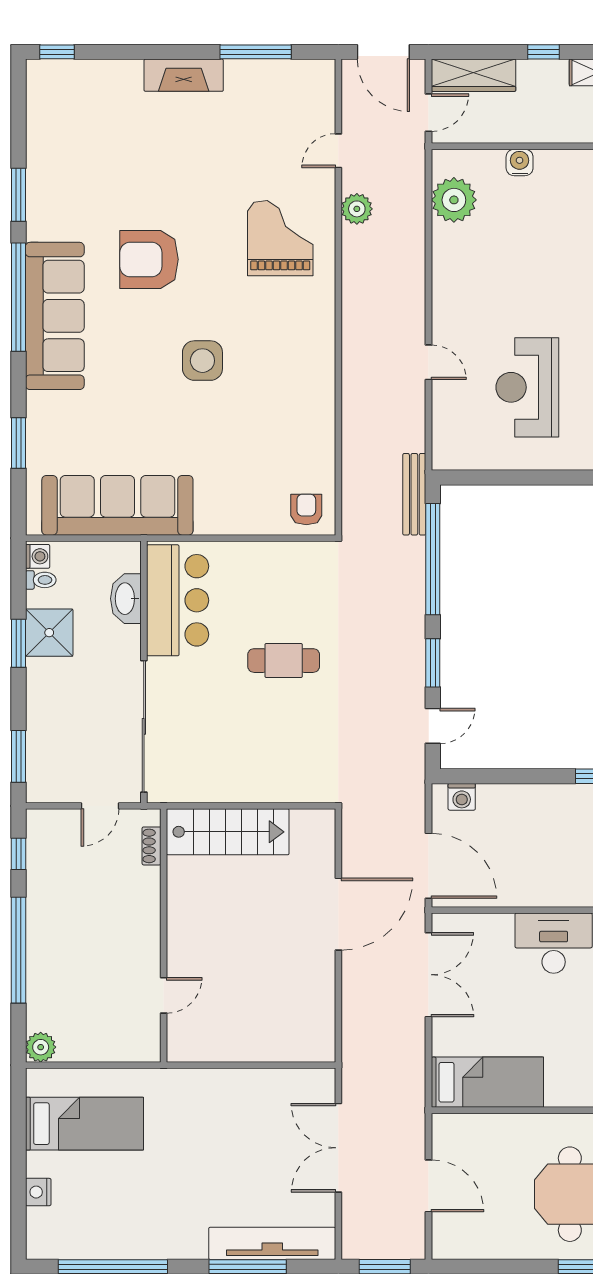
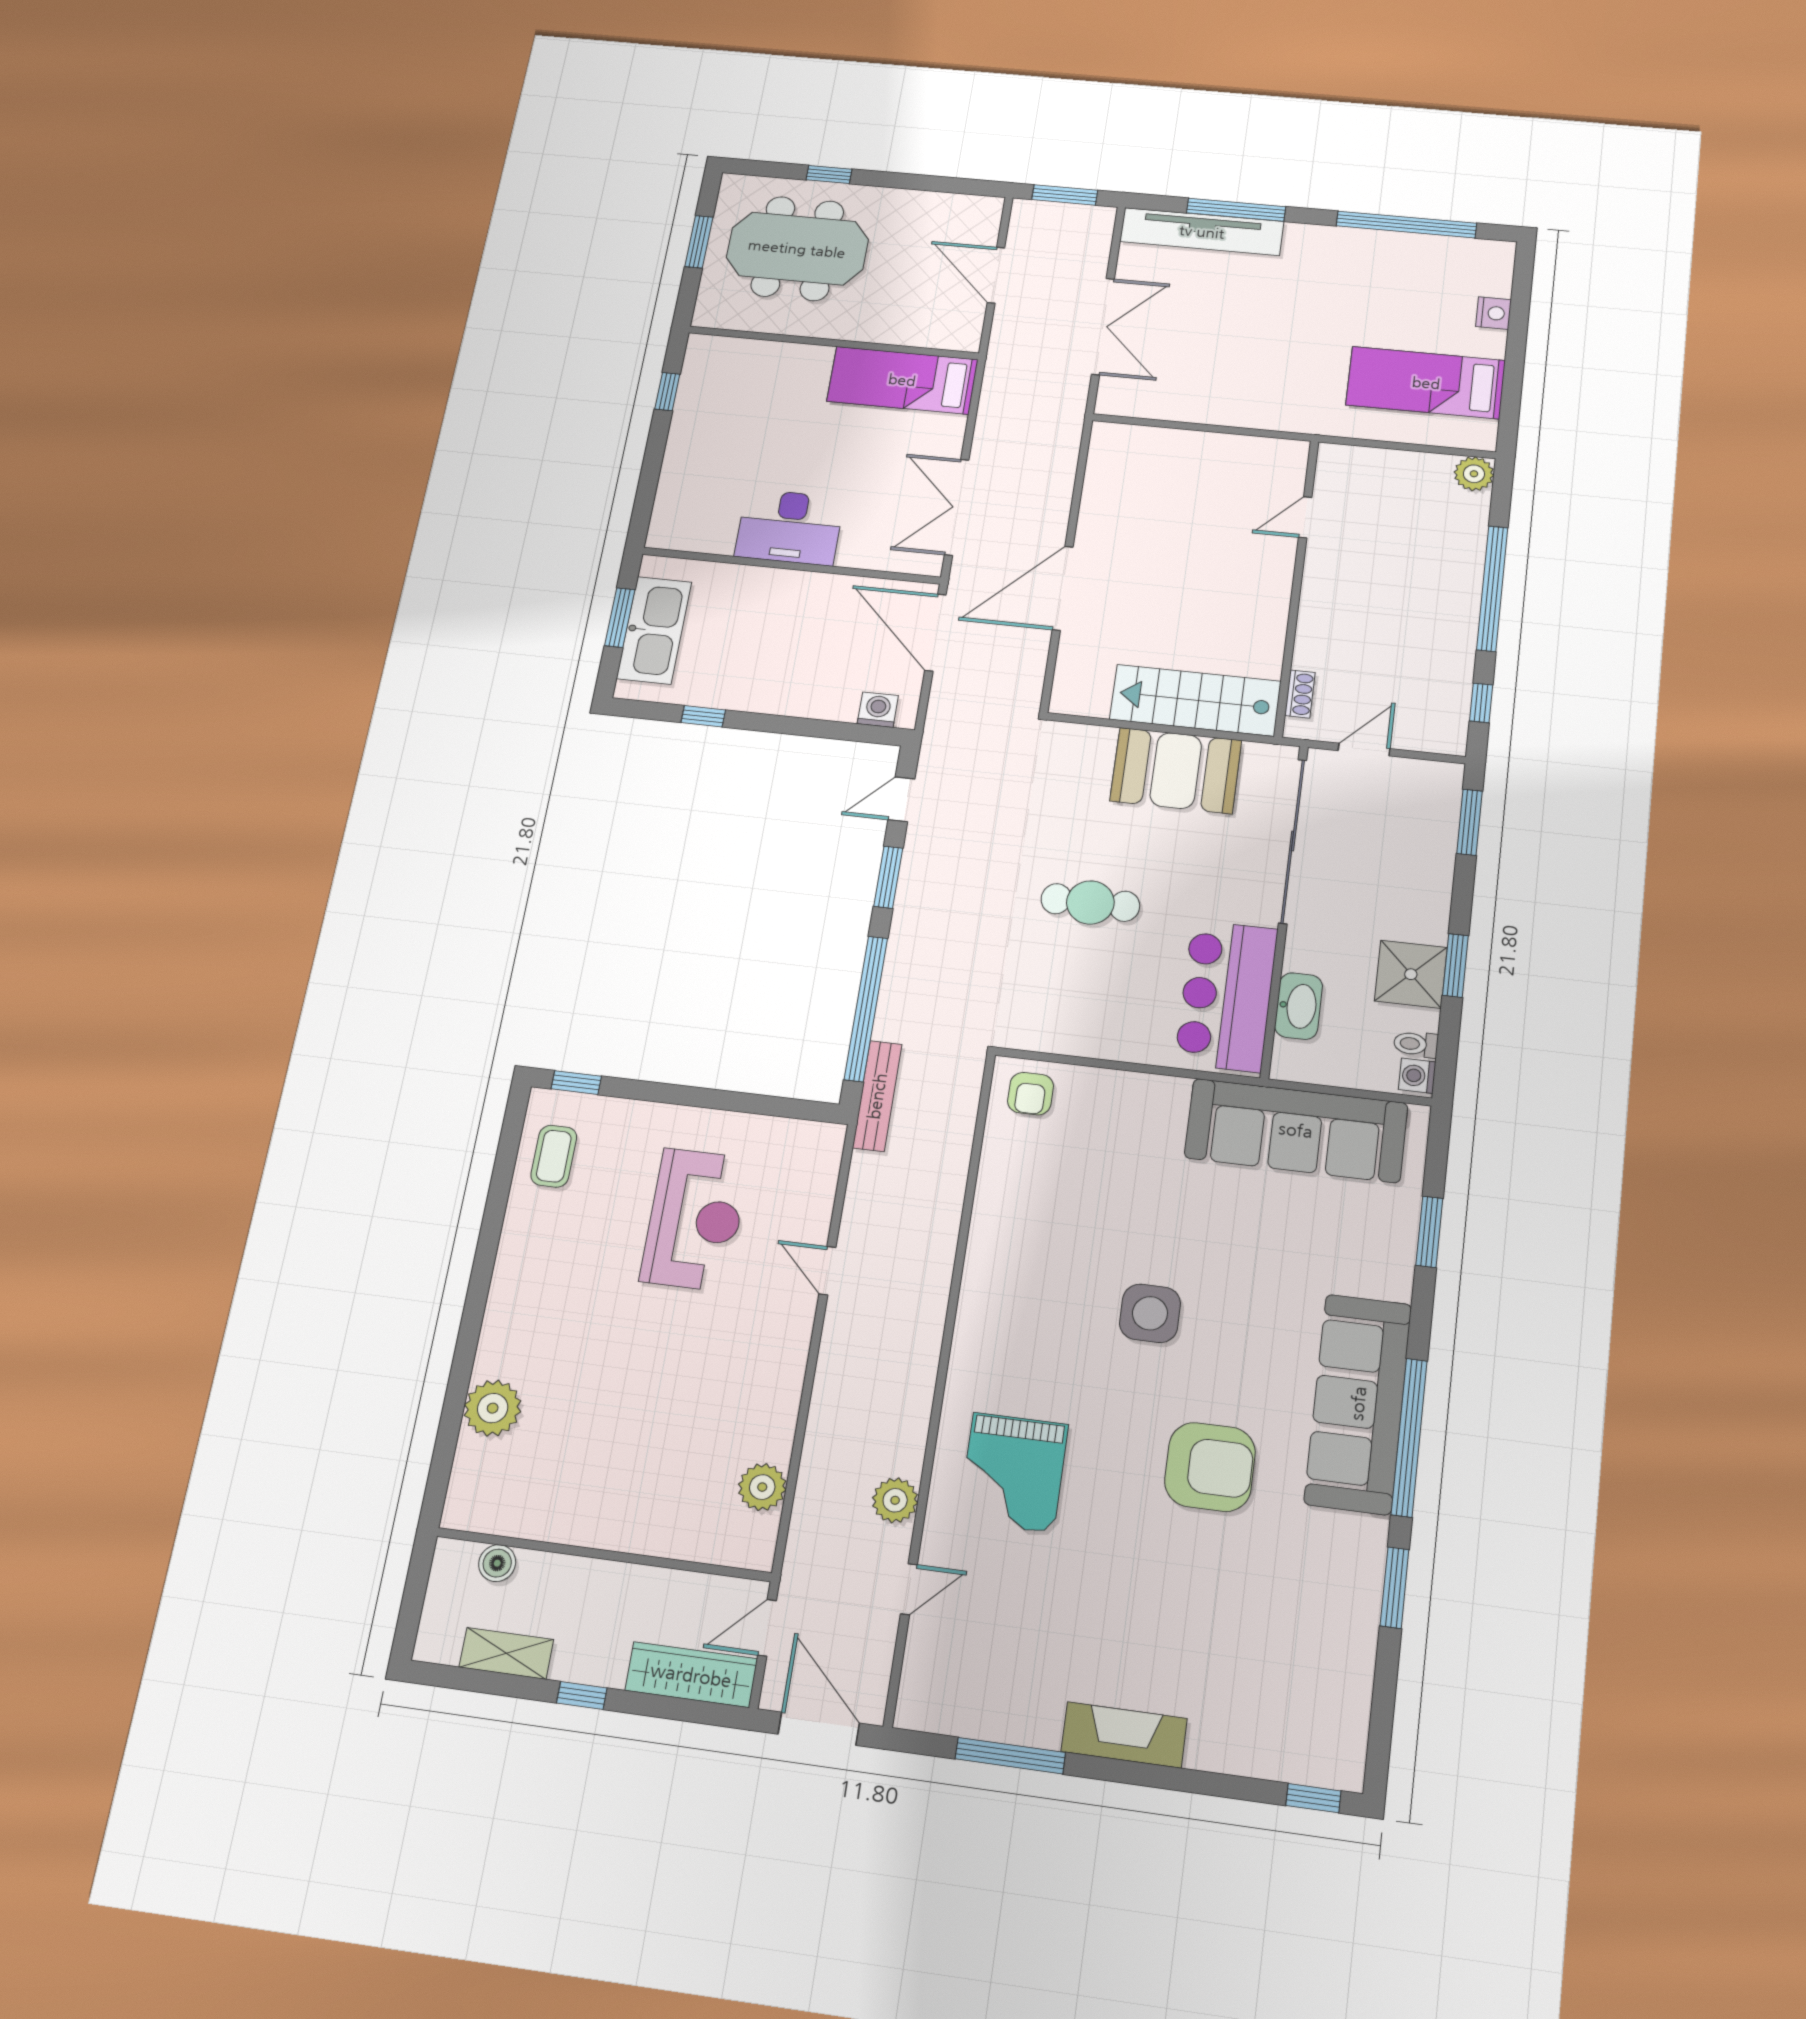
water cooler: (520, 162) -> (648, 1536), removed
plant: (454, 200) -> (762, 1487), width x0.73, depth x0.73
booth: (235, 773) -> (1176, 771), added

